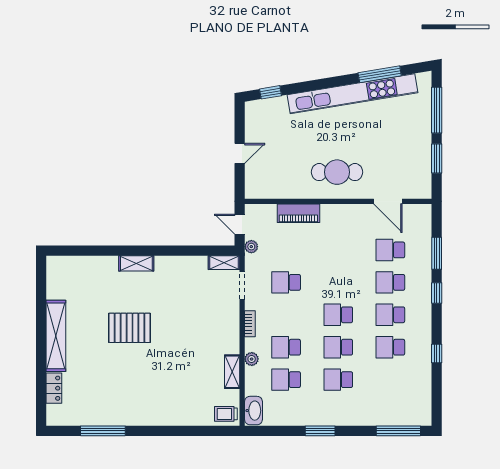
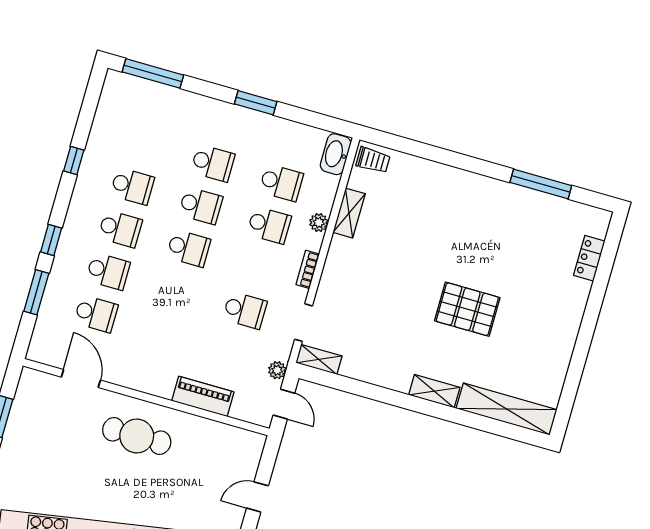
shelving: (56, 336) -> (507, 409), moved, turned 90

